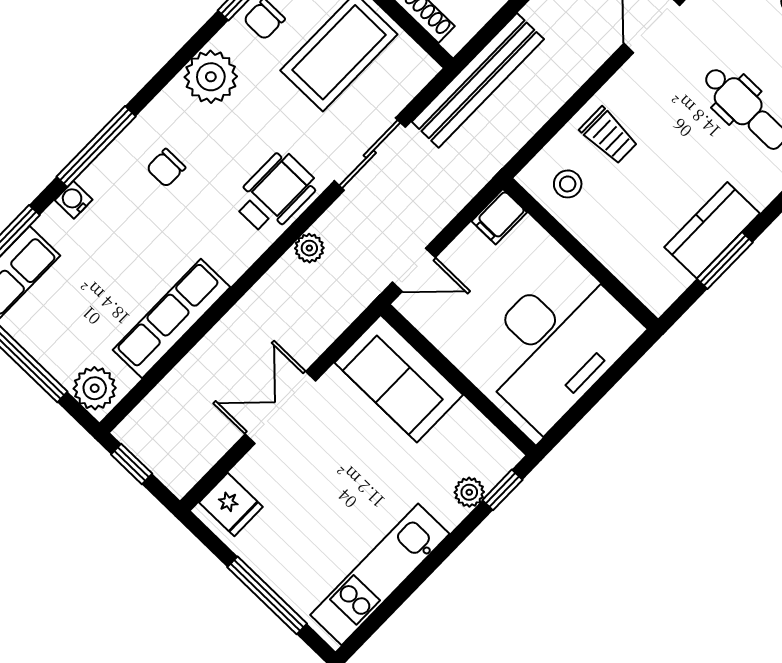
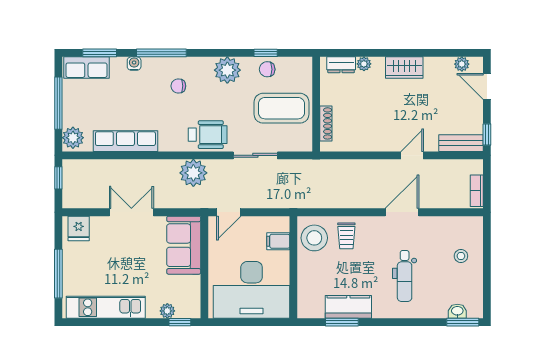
bench: (478, 80) -> (320, 169), removed
stool: (568, 184) -> (314, 238), width x1.89, depth x1.89
filing cabinet: (499, 217) -> (278, 241), moved
plant: (309, 248) -> (193, 173), width x1.87, depth x1.87
door: (414, 270) -> (229, 212), hinge flipped

